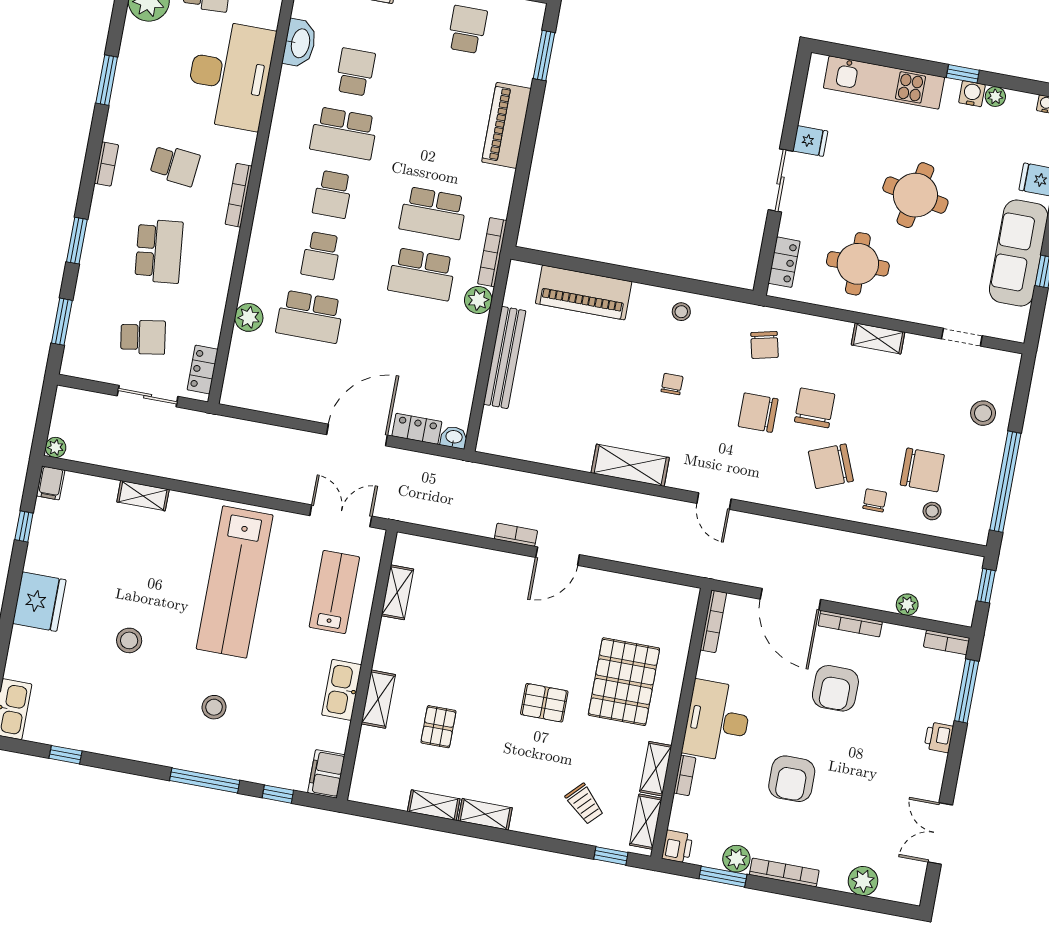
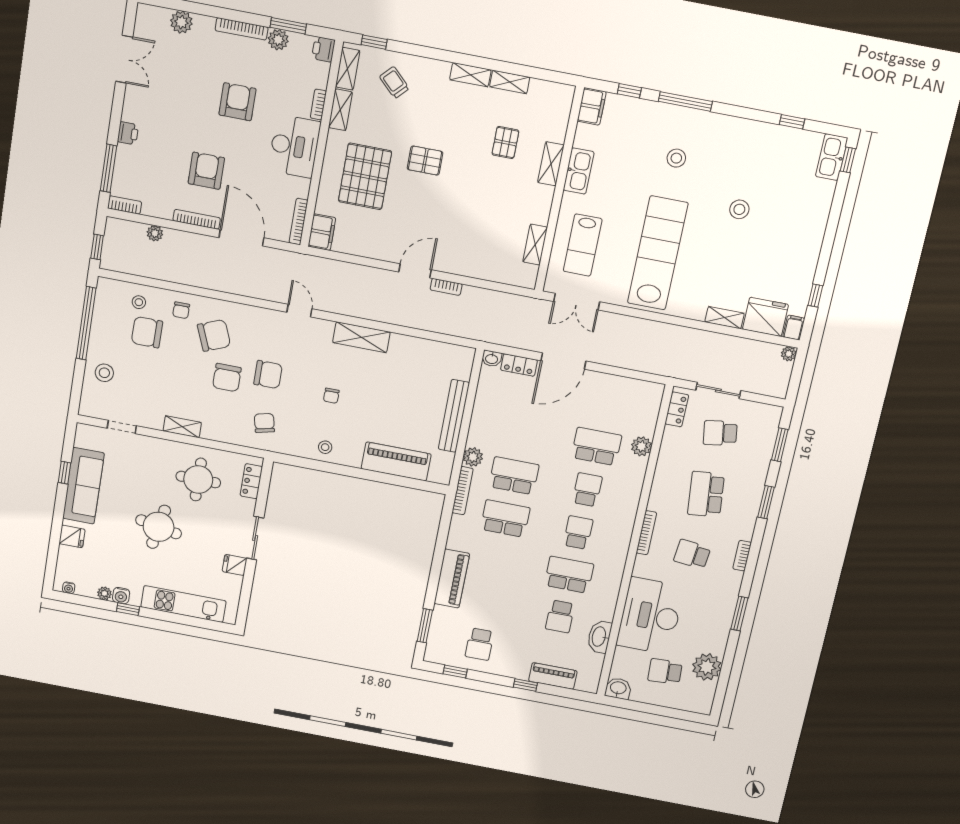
fridge: (39, 602) -> (765, 317), moved, turned 90
filing cabinet: (682, 607) -> (322, 232), added

